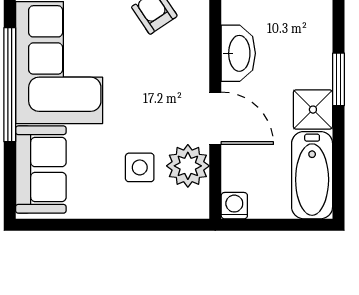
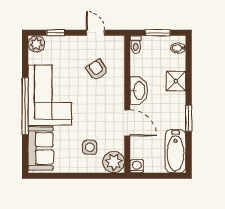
window: (339, 79) -> (189, 118), moved
shower: (313, 110) -> (176, 81), moved
plant: (188, 166) -> (114, 162), moved

